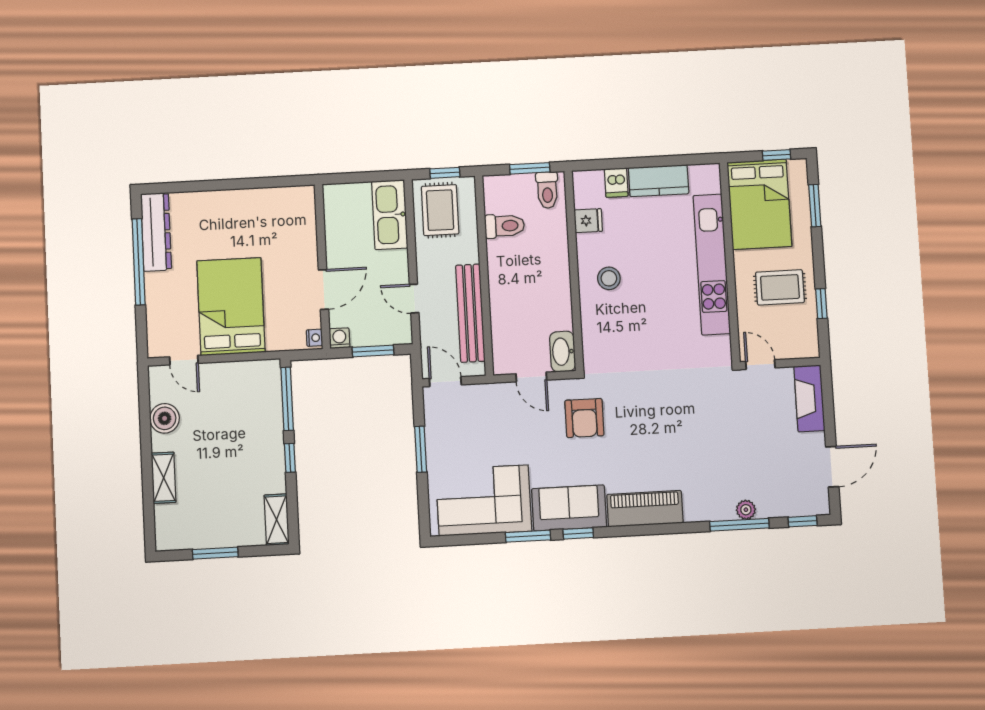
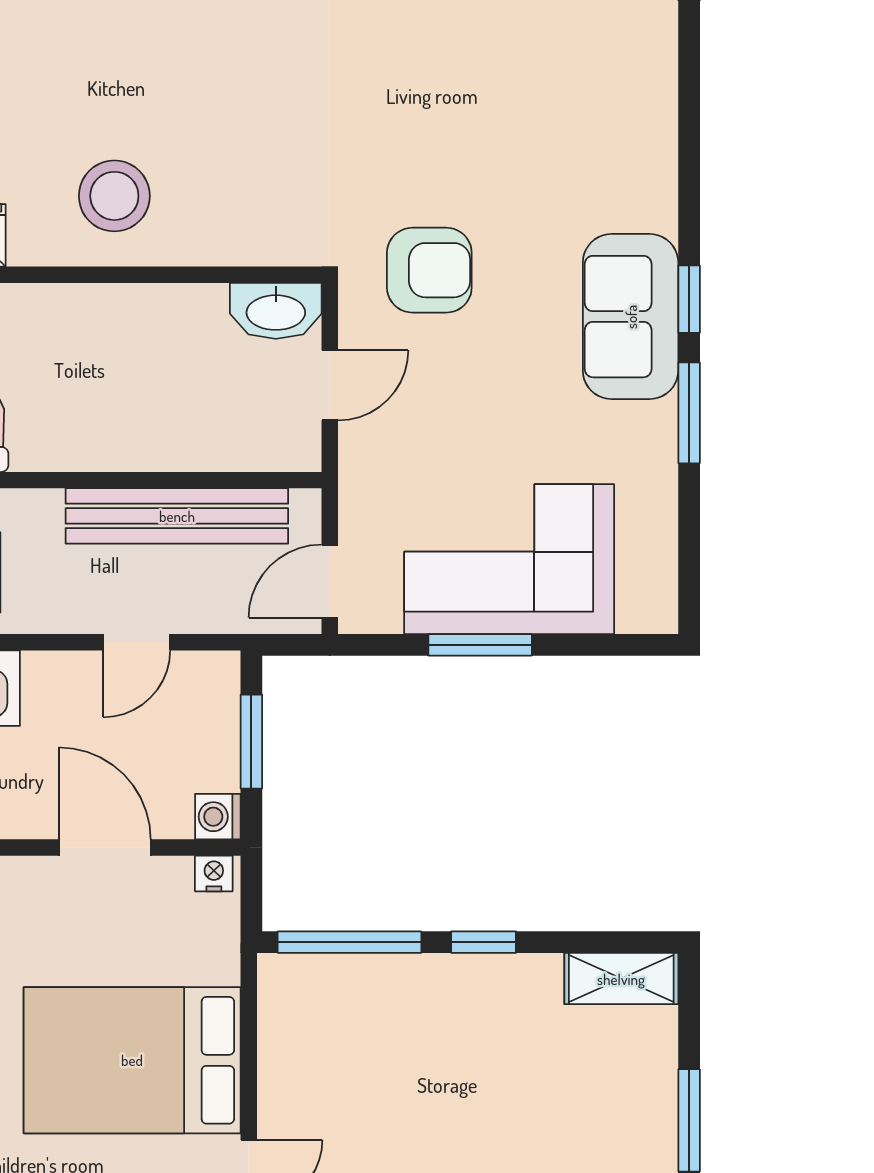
stool: (609, 278) -> (114, 196), width x1.38, depth x1.38
corner sofa: (484, 500) -> (509, 559), moved, turned 90
piano: (645, 509) -> (641, 145), removed

